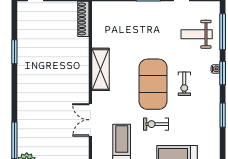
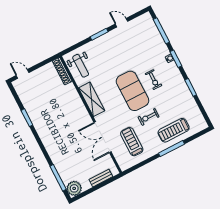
weight bench: (197, 34) -> (81, 66), moved, turned -90
double door: (90, 120) -> (103, 137), width x1.37

